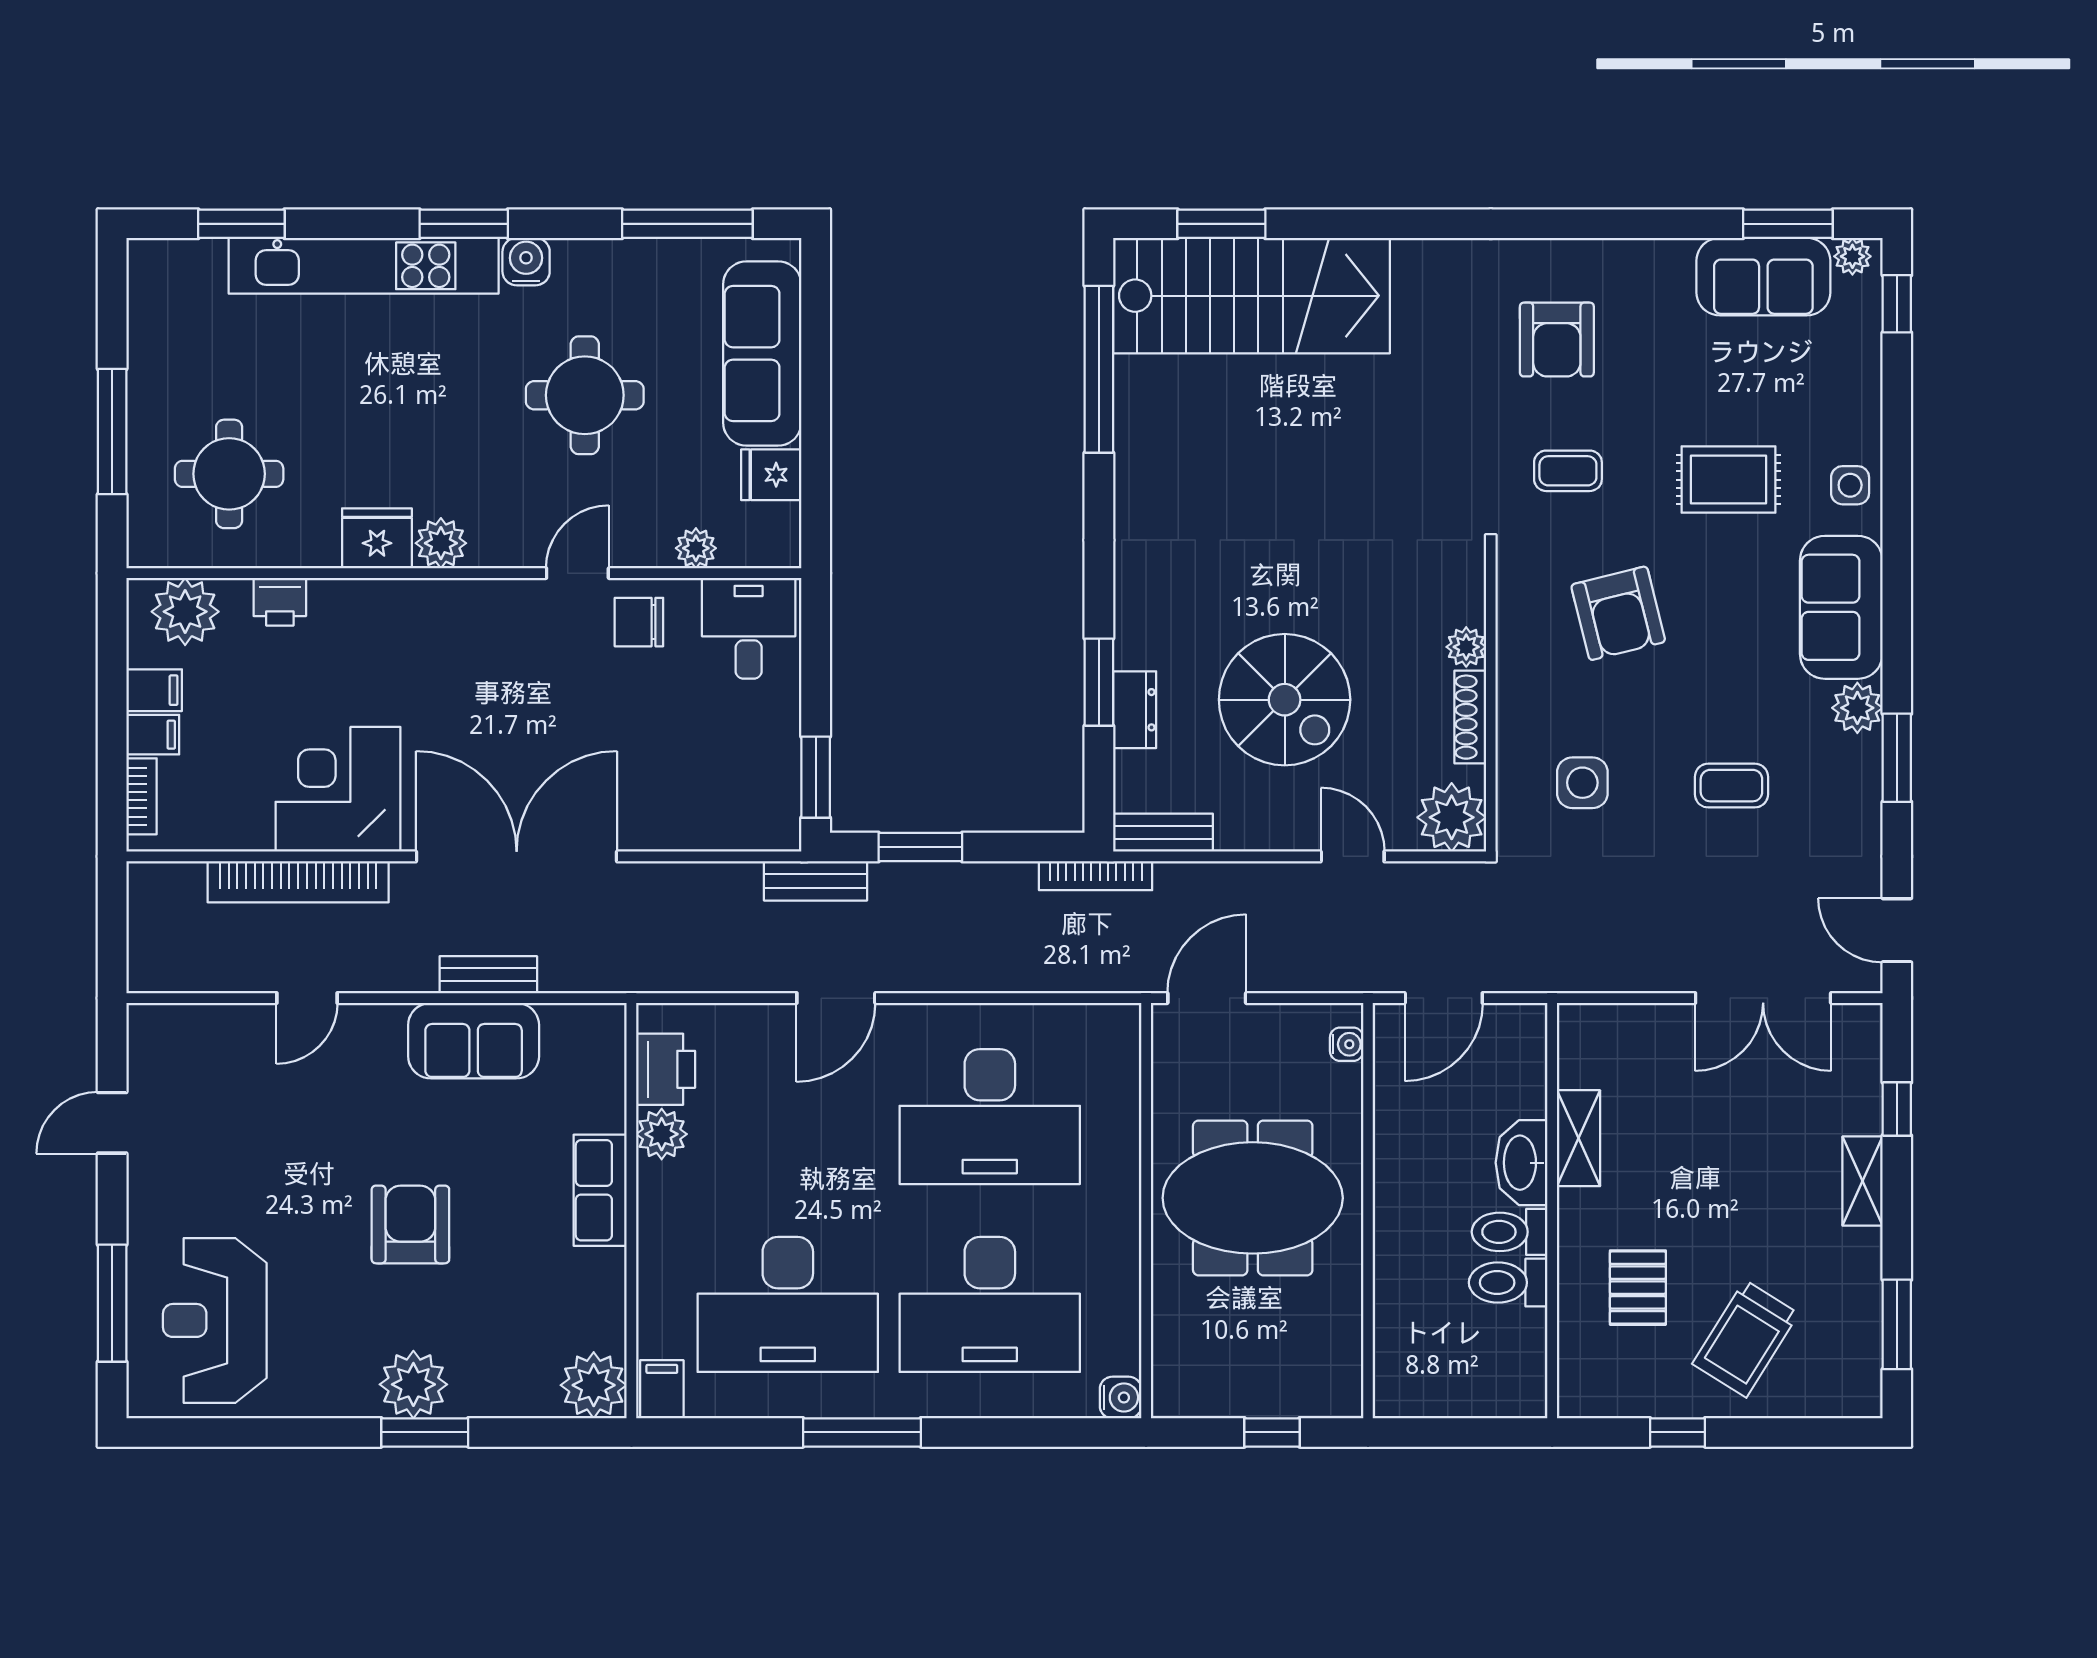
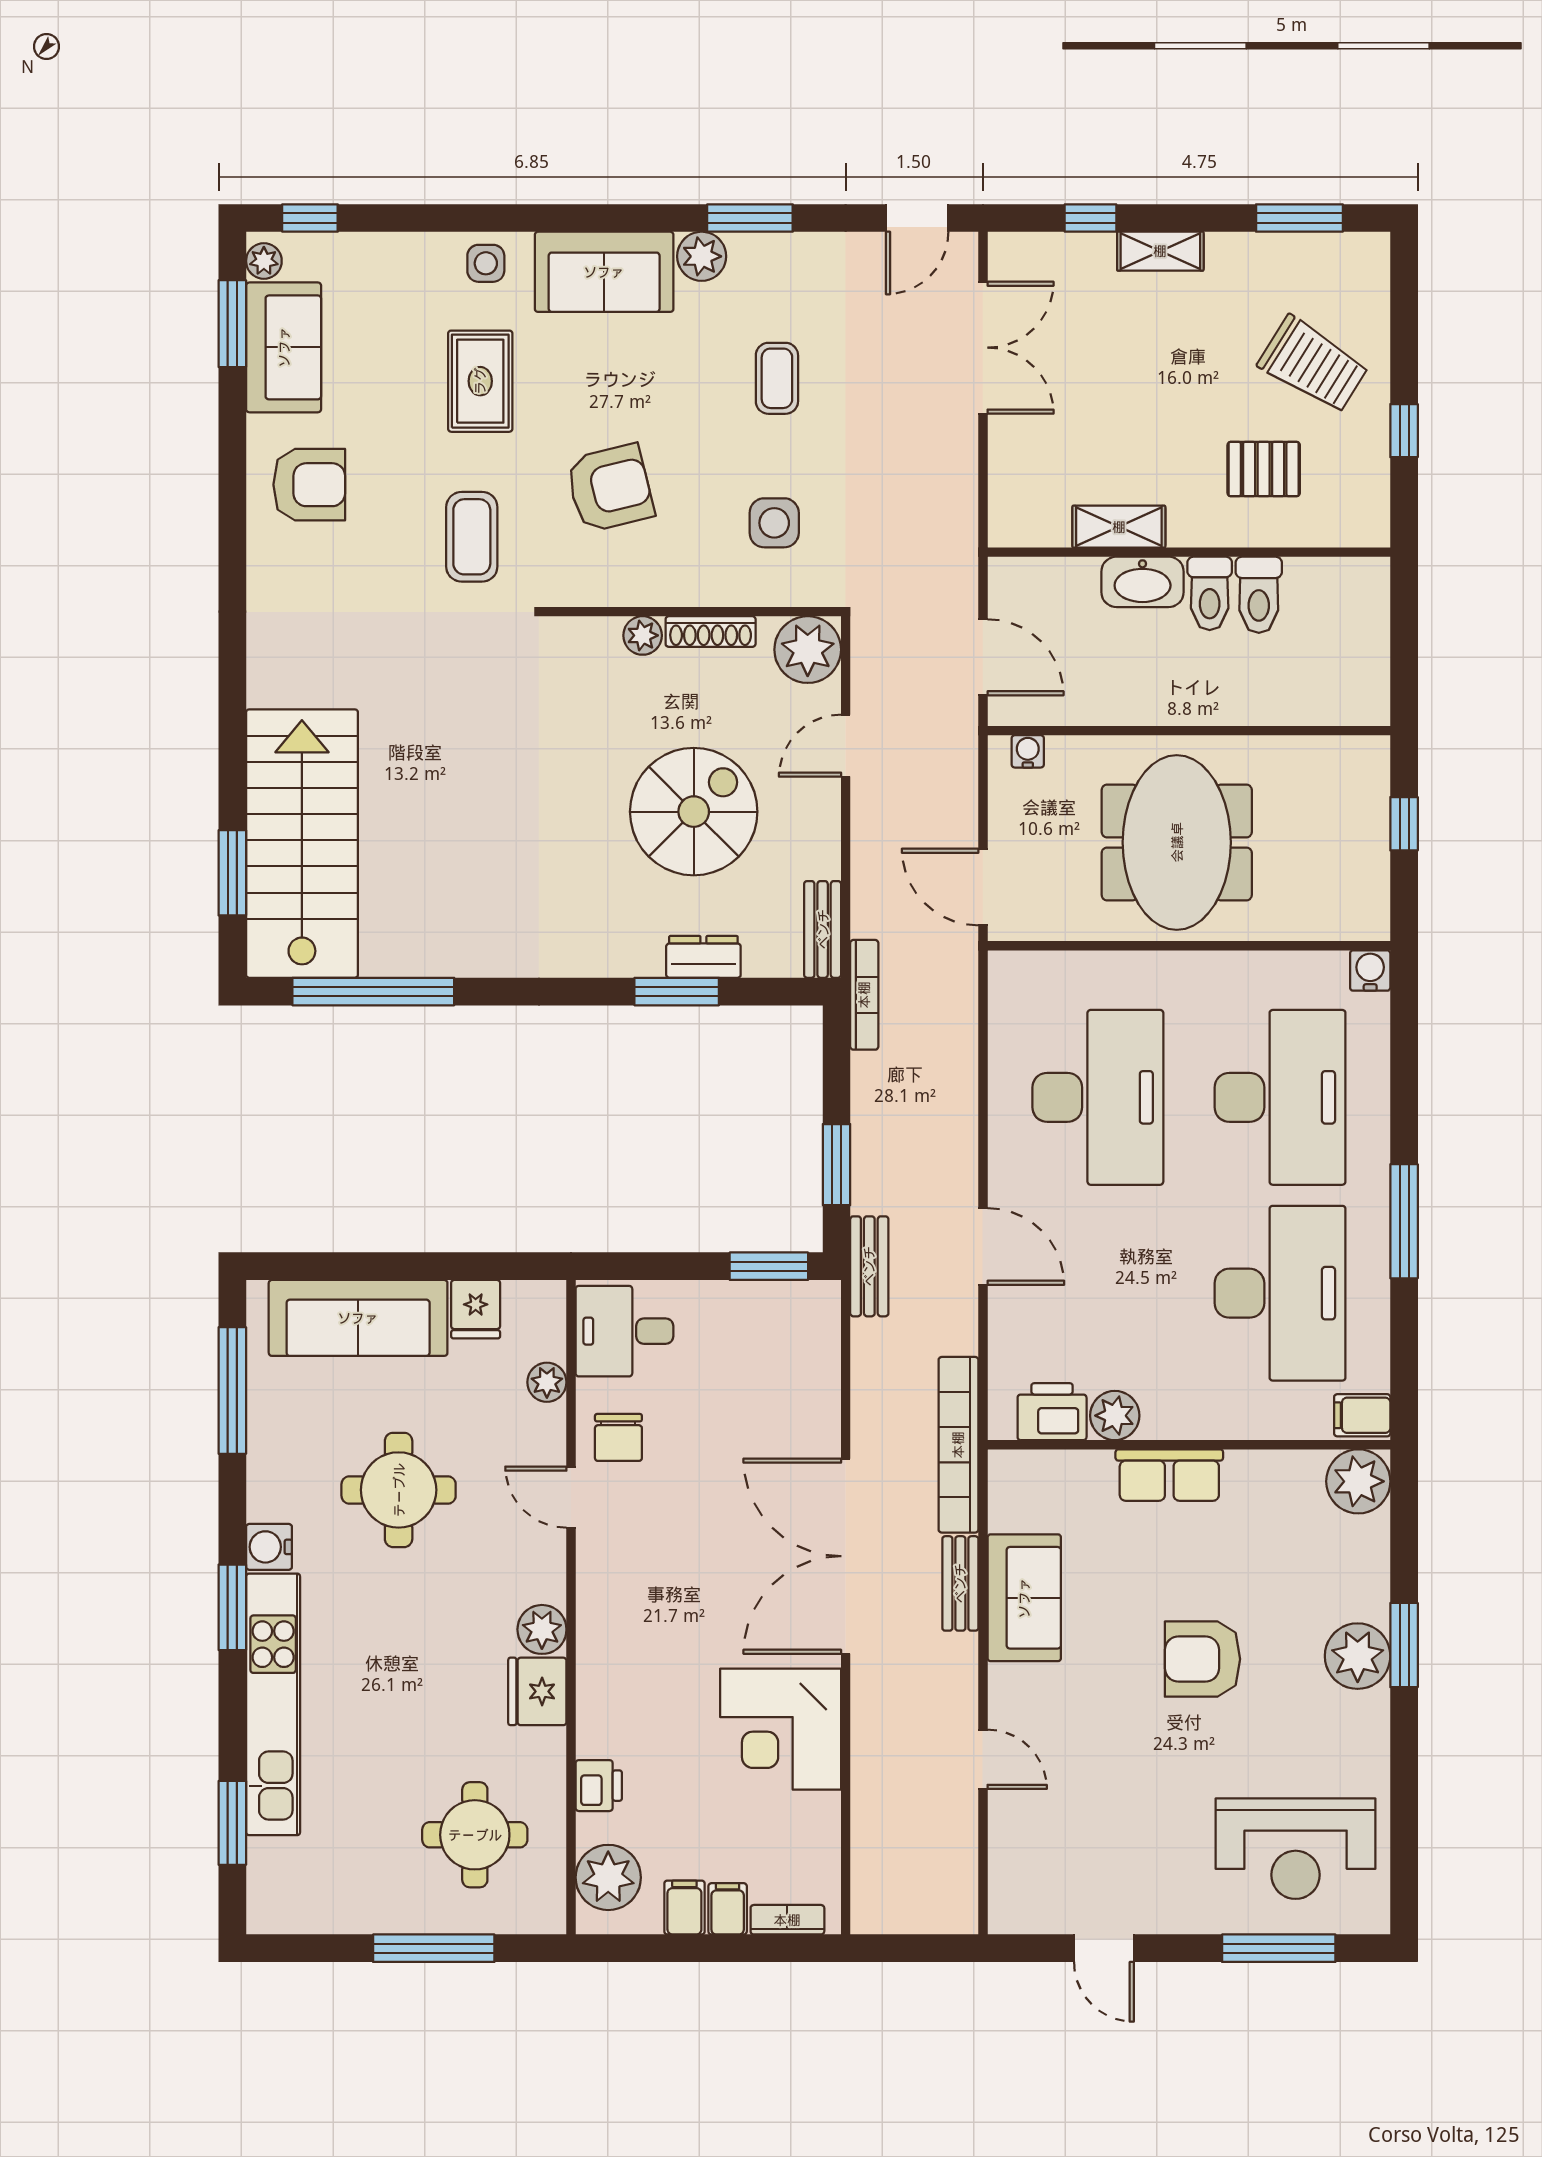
armchair: (1557, 340) -> (309, 485), moved
coffee table: (1568, 471) -> (472, 537), width x1.36, depth x1.30
bookcase: (298, 882) -> (958, 1445), moved, turned 180

